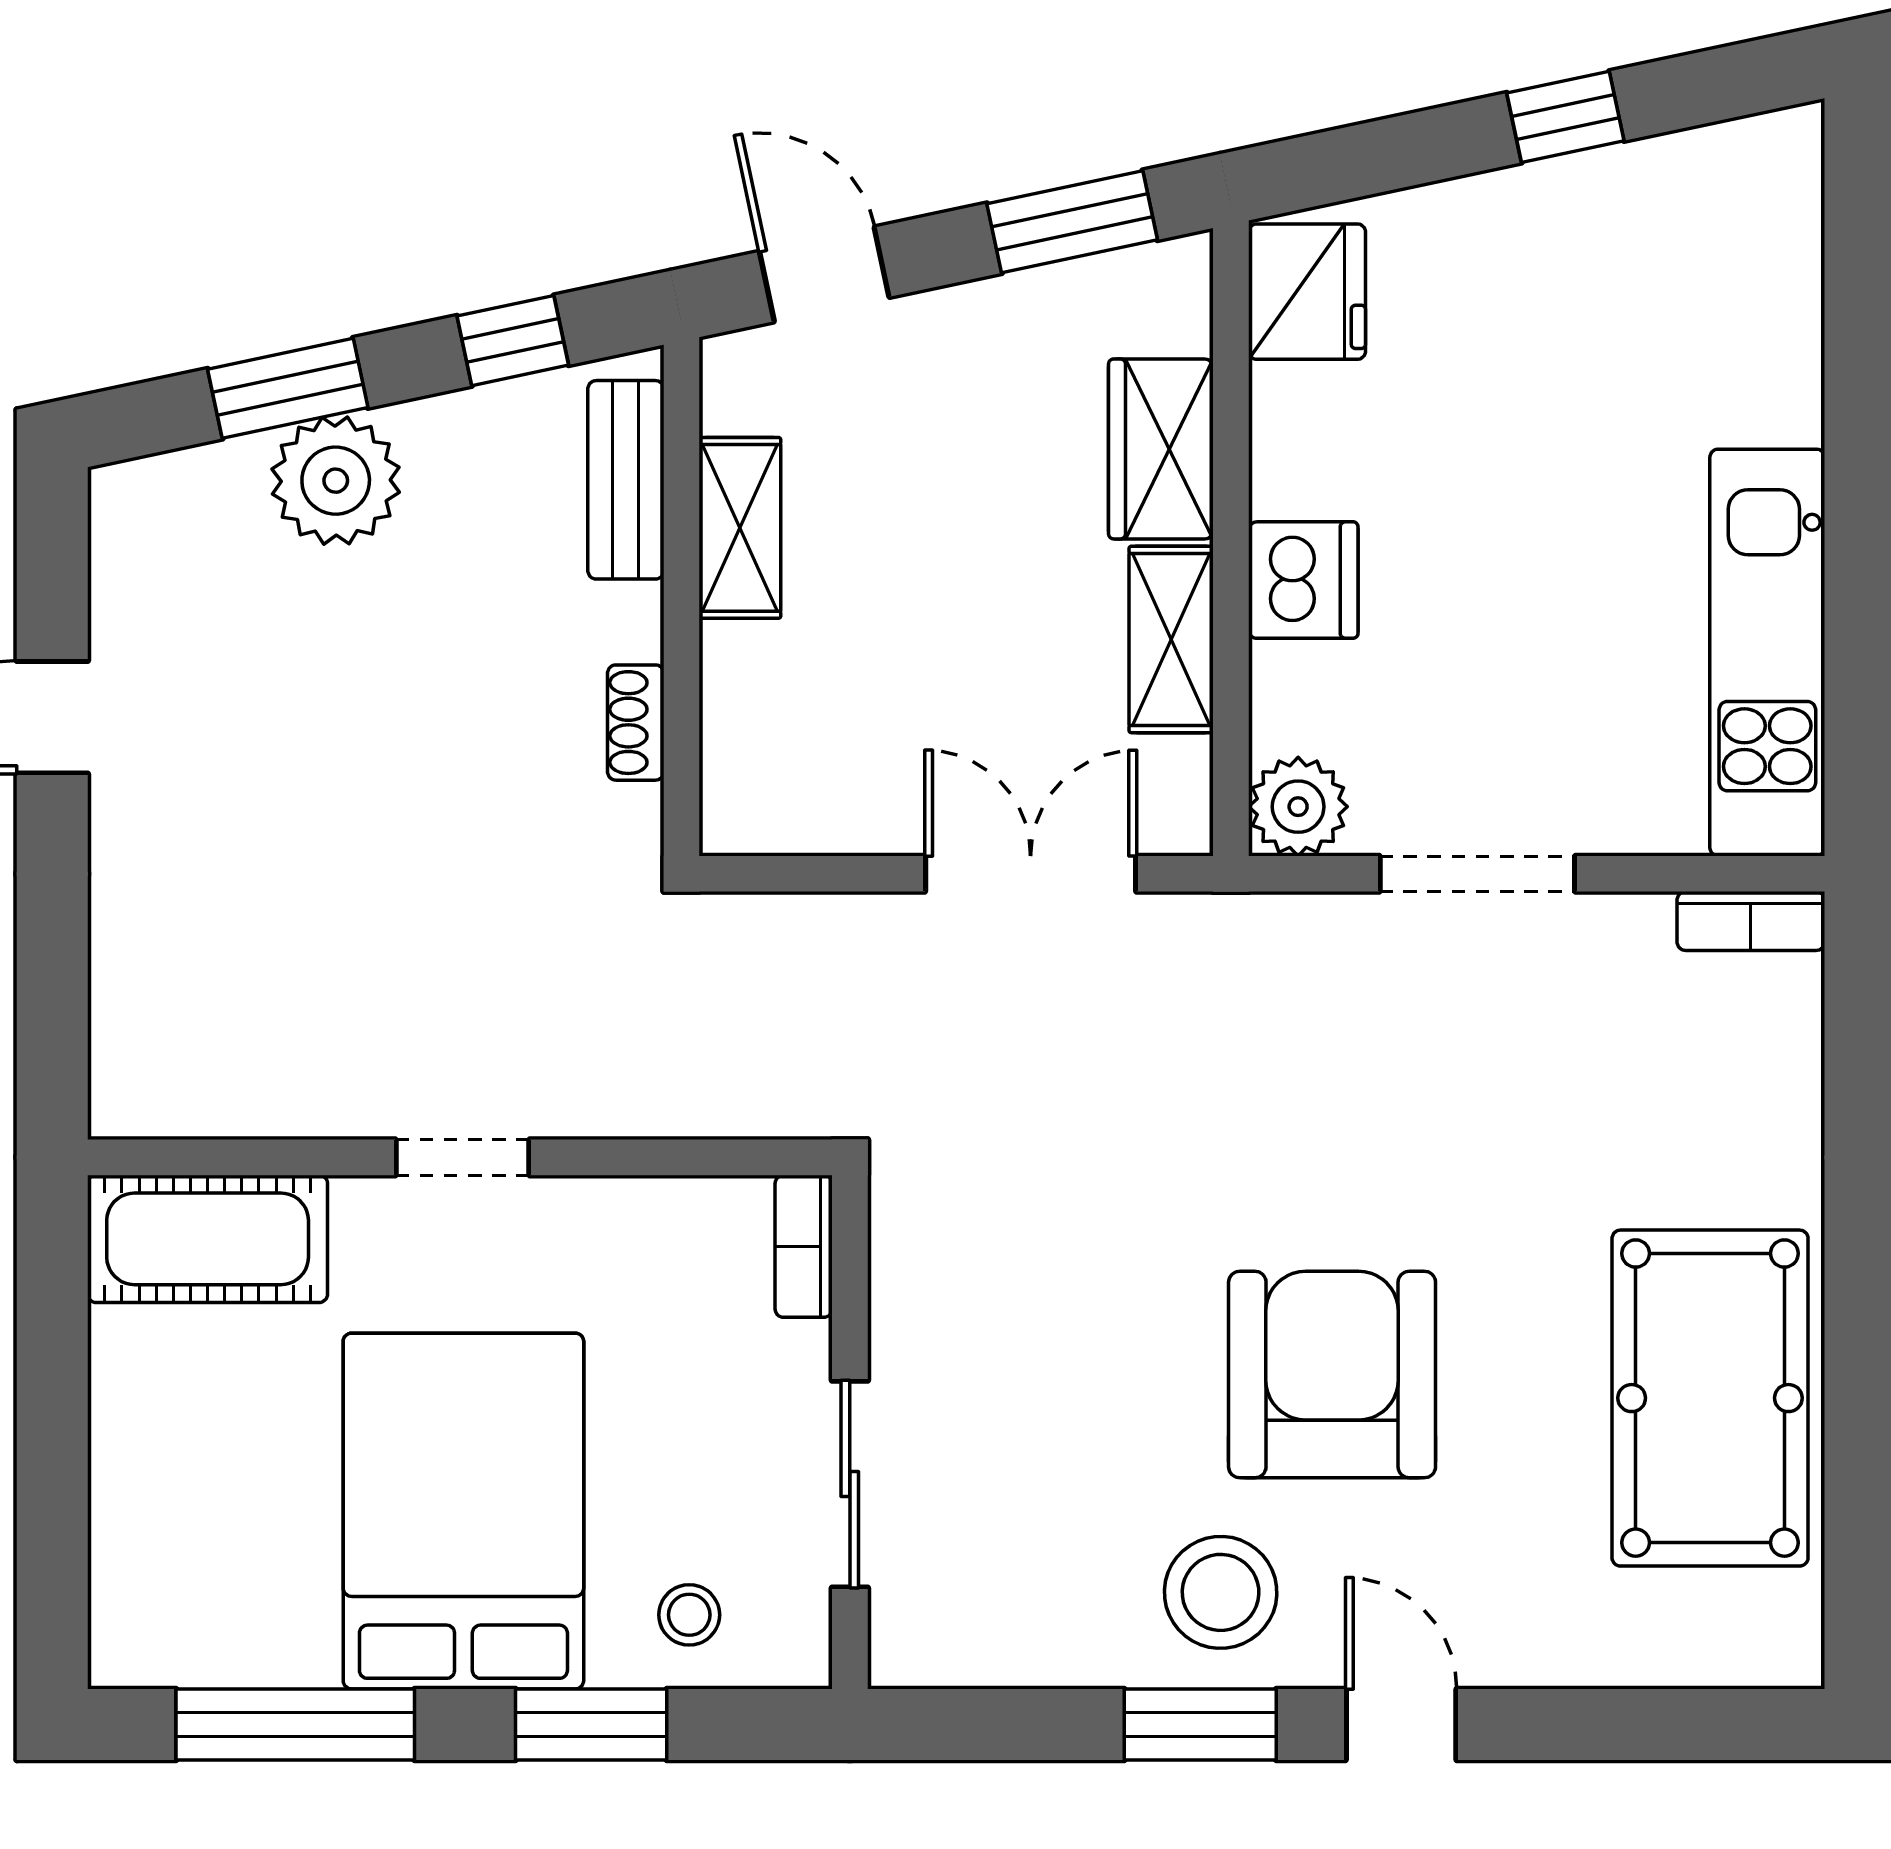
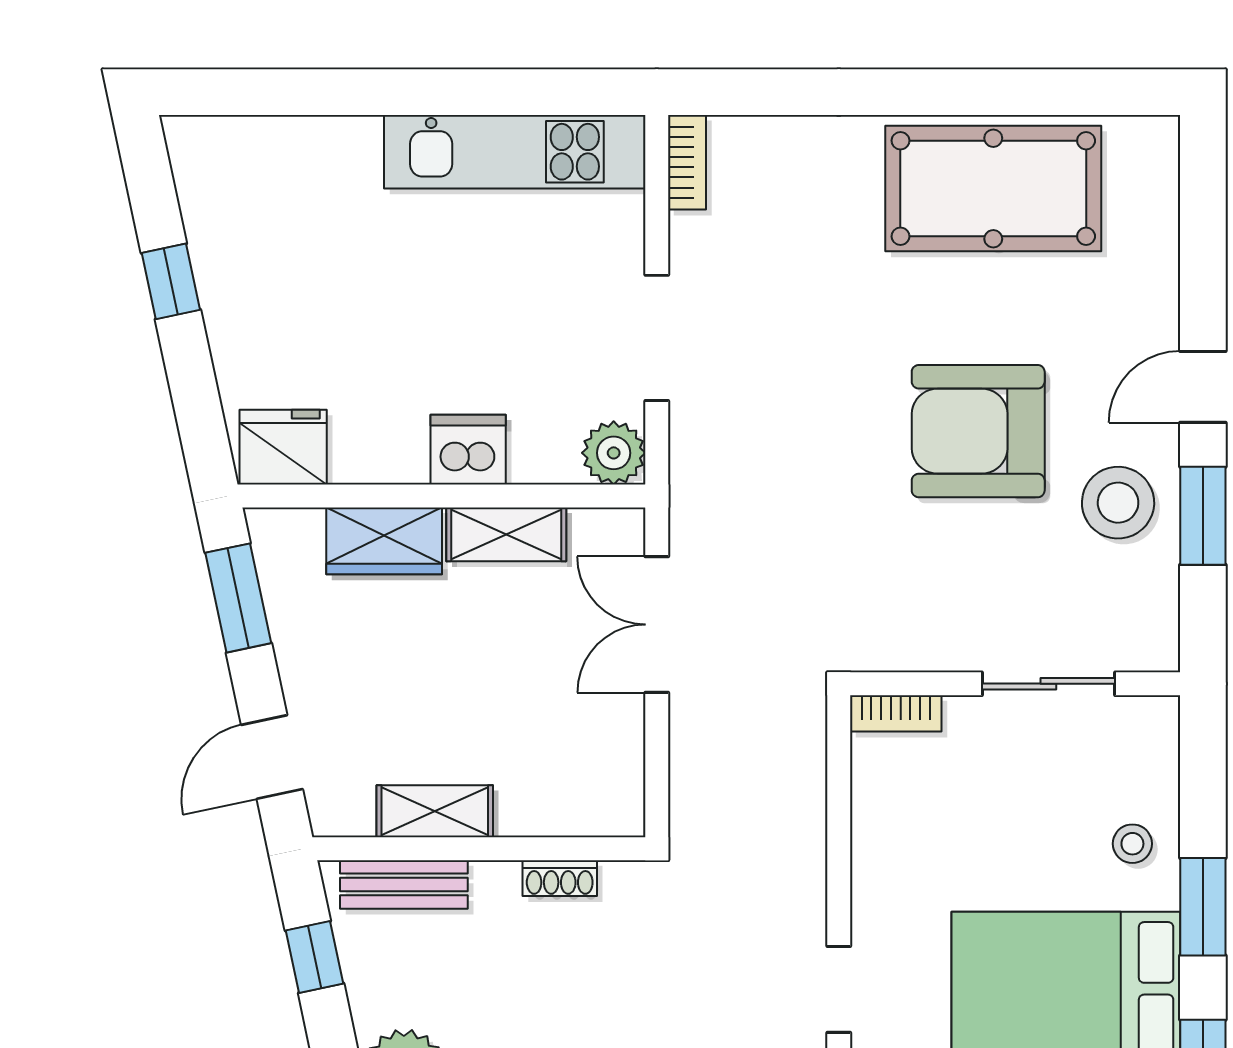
bookcase: (804, 1246) -> (896, 713), moved
wall: (850, 1432) -> (1015, 684), moved
sliding door: (850, 1484) -> (1048, 684), moved

